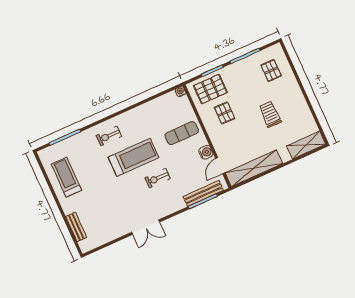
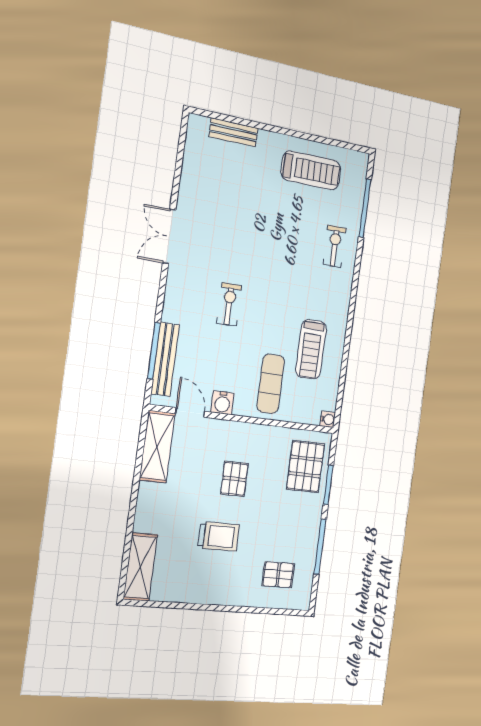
pallet: (225, 113) -> (234, 479), moved, turned 90
exercise bike: (109, 136) -> (335, 246), moved
treadmill: (133, 157) -> (311, 349), moved, width x0.73, depth x0.73
shelving: (254, 168) -> (157, 447), width x0.68

